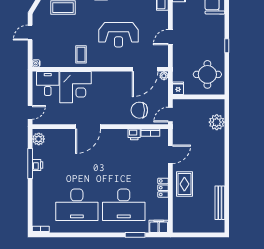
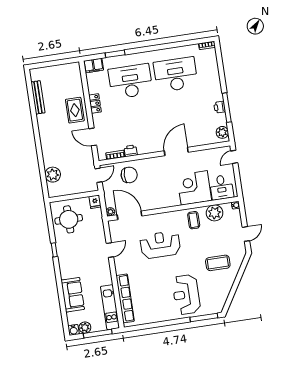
plant: (59, 59) -> (215, 213), added
door: (145, 69) -> (130, 215), hinge flipped
door: (170, 154) -> (93, 137), hinge flipped

